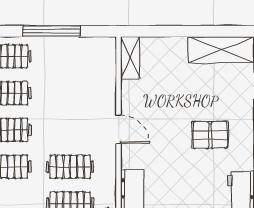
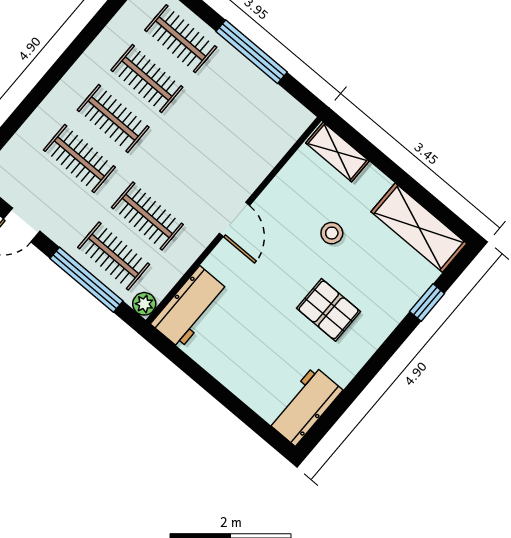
shelving: (130, 58) -> (337, 152), moved, turned 90
stool: (177, 92) -> (332, 233), added

